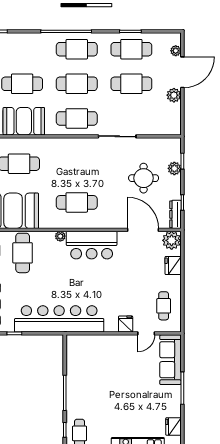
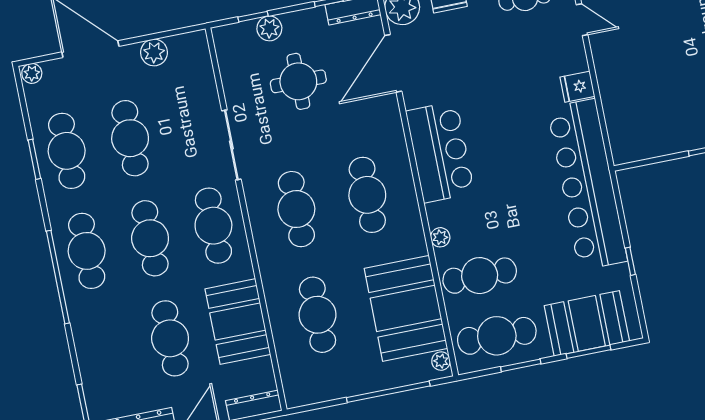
plant: (176, 51) -> (32, 73), moved
plant: (174, 95) -> (154, 52), moved
cafe table: (77, 164) -> (296, 209), added
plant: (60, 236) -> (440, 237), moved
fridge: (126, 324) -> (577, 87), moved

